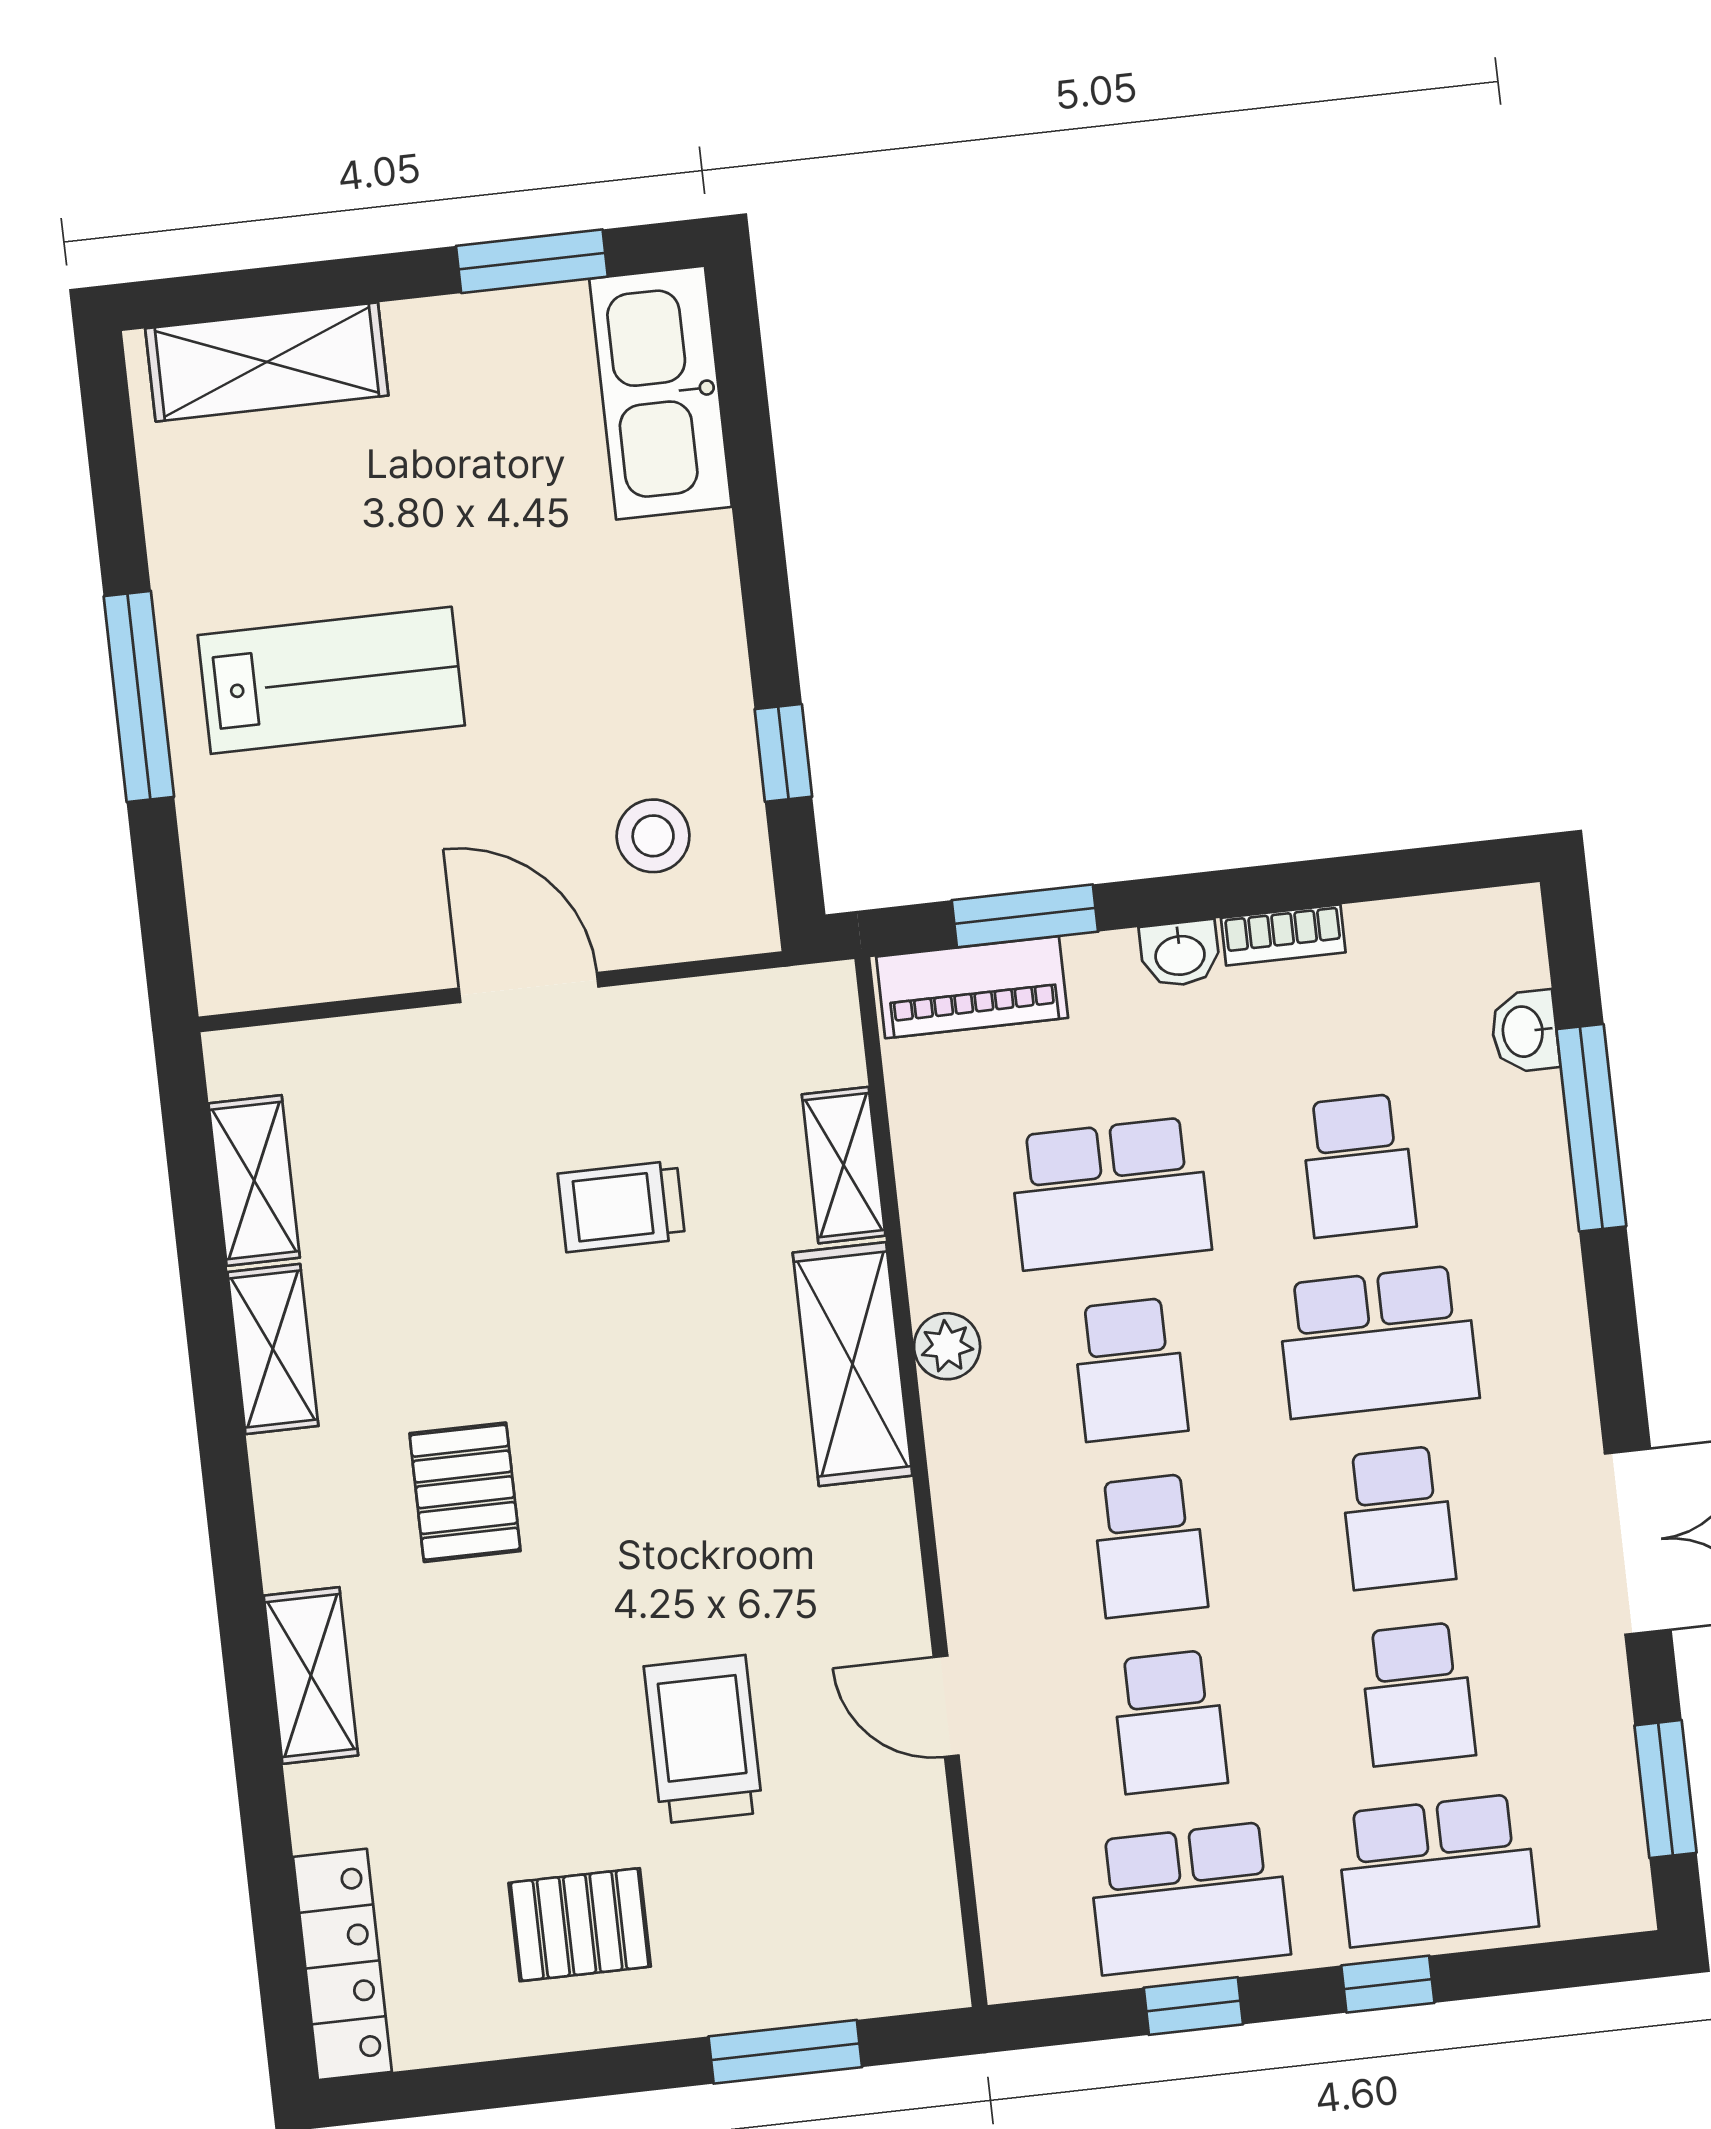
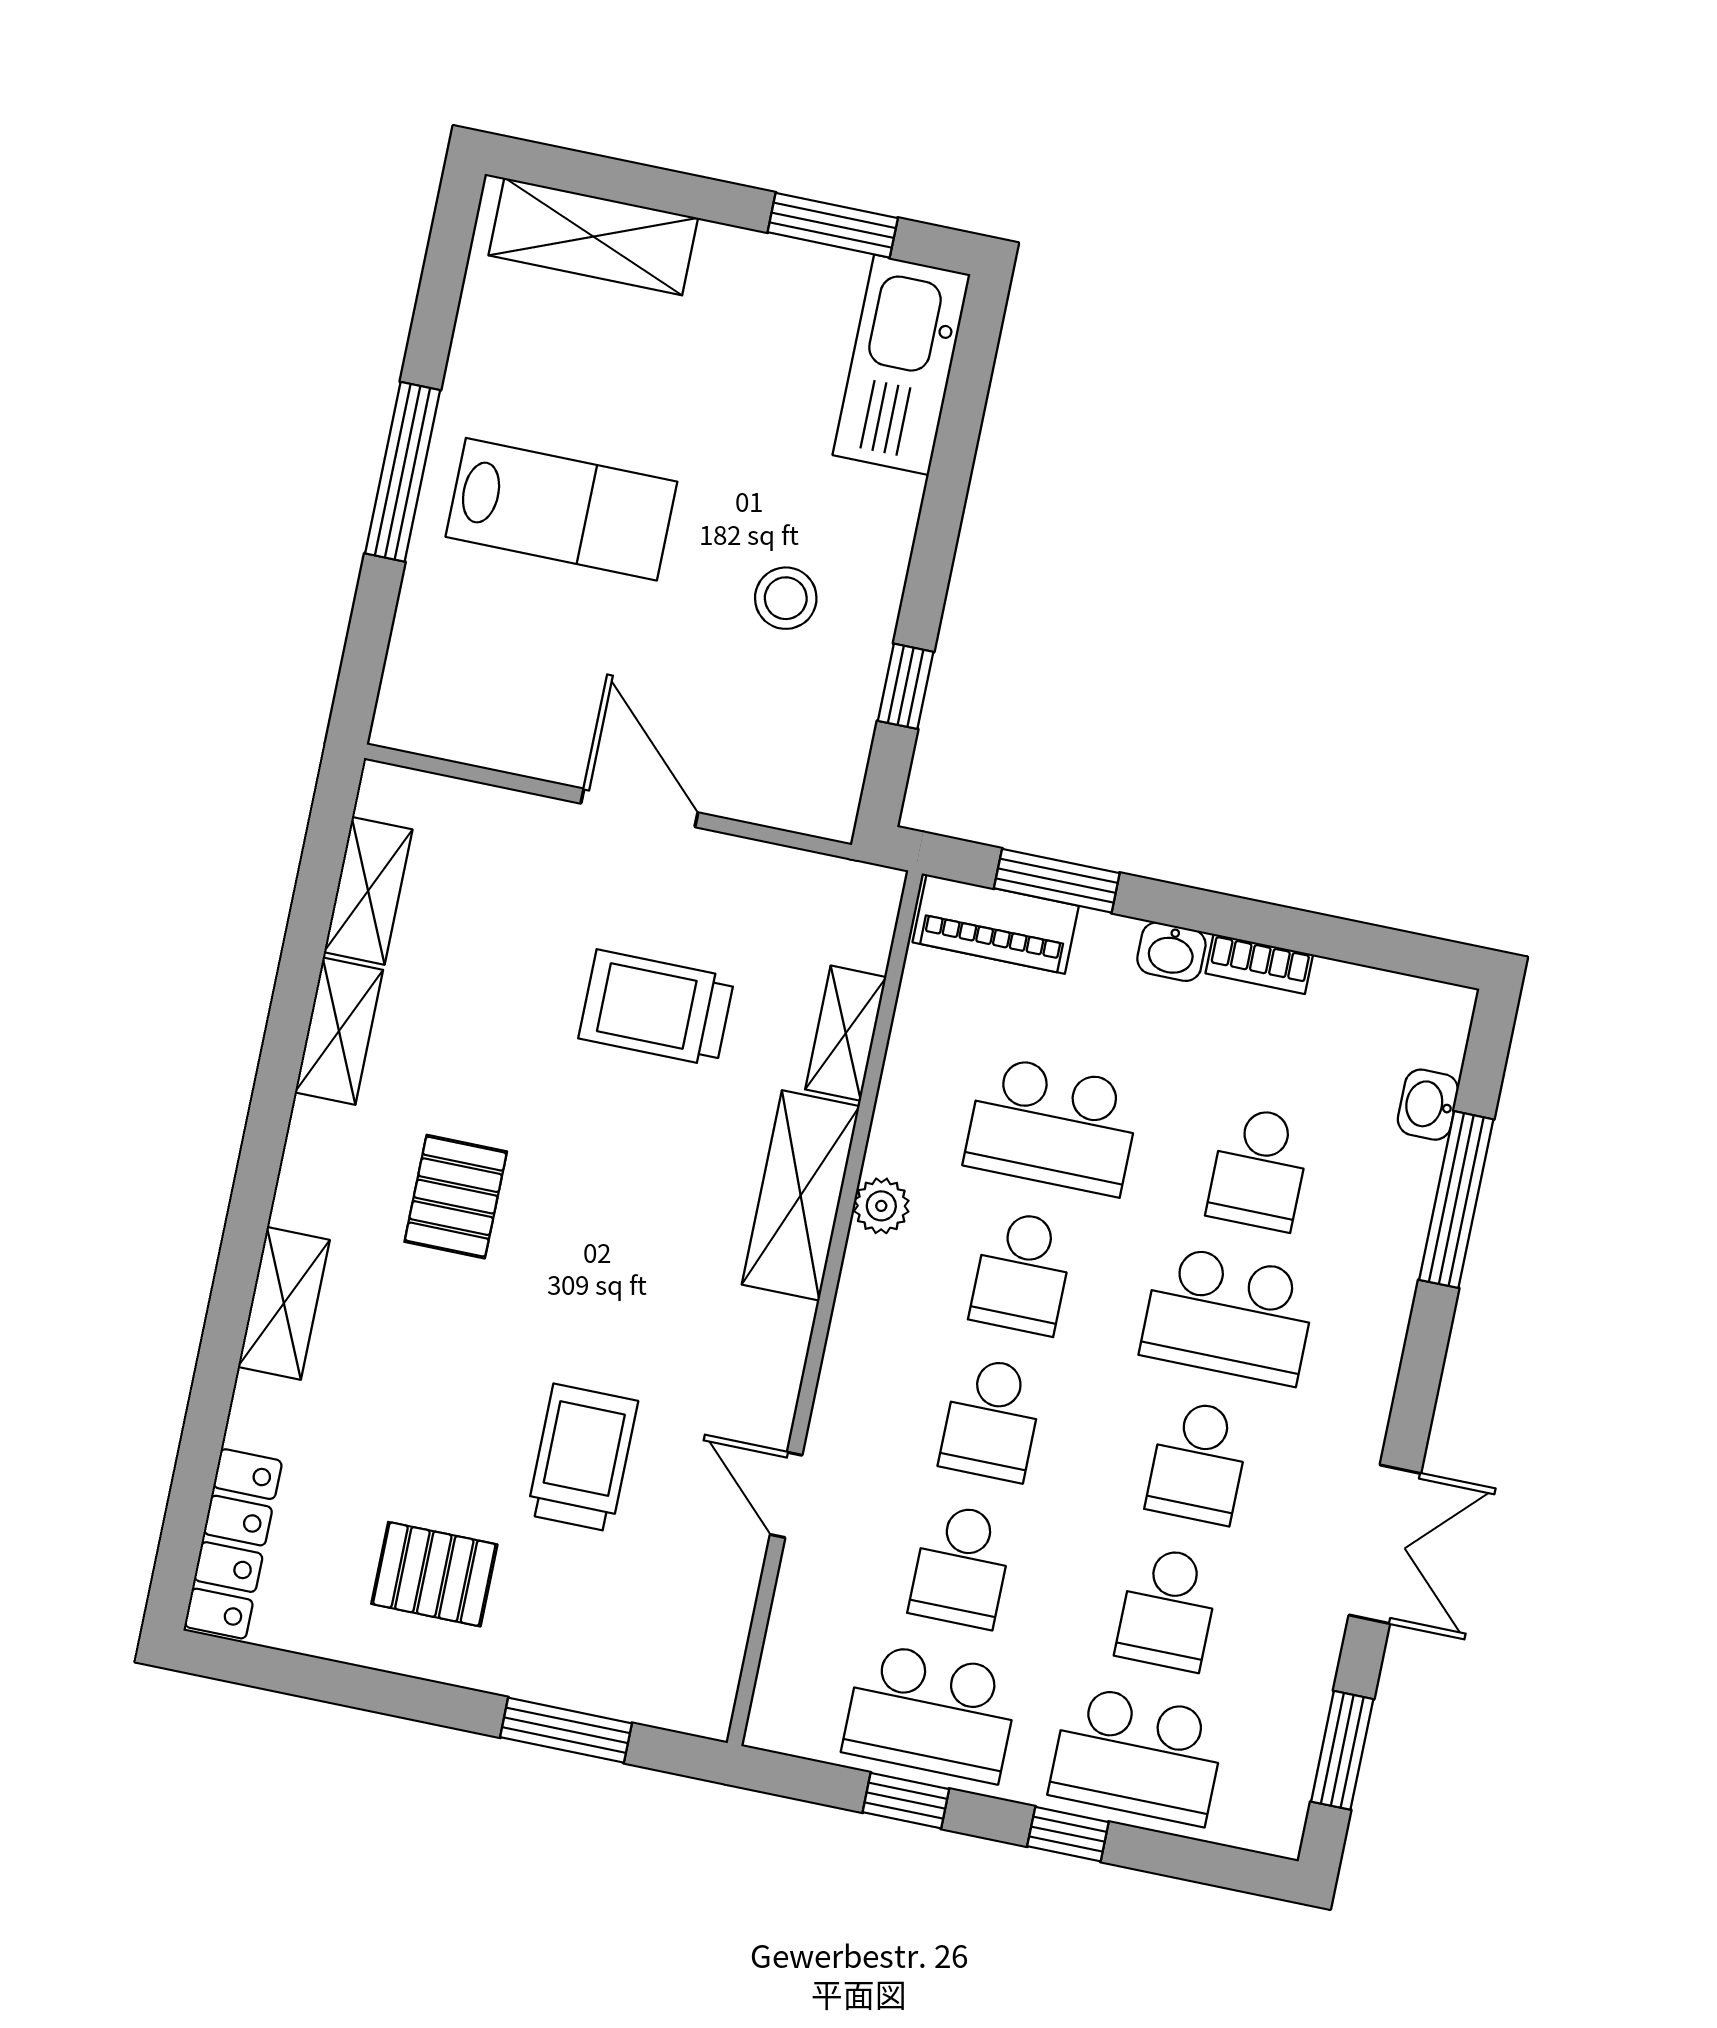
stool: (653, 836) -> (786, 598), moved
trolley: (621, 1206) -> (656, 1008), width x1.36, depth x1.39

